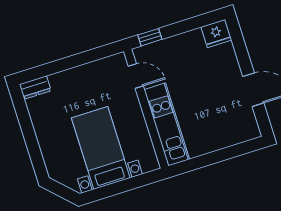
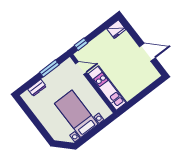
window: (84, 58) -> (49, 68), added
dresser: (35, 88) -> (37, 88), moved

